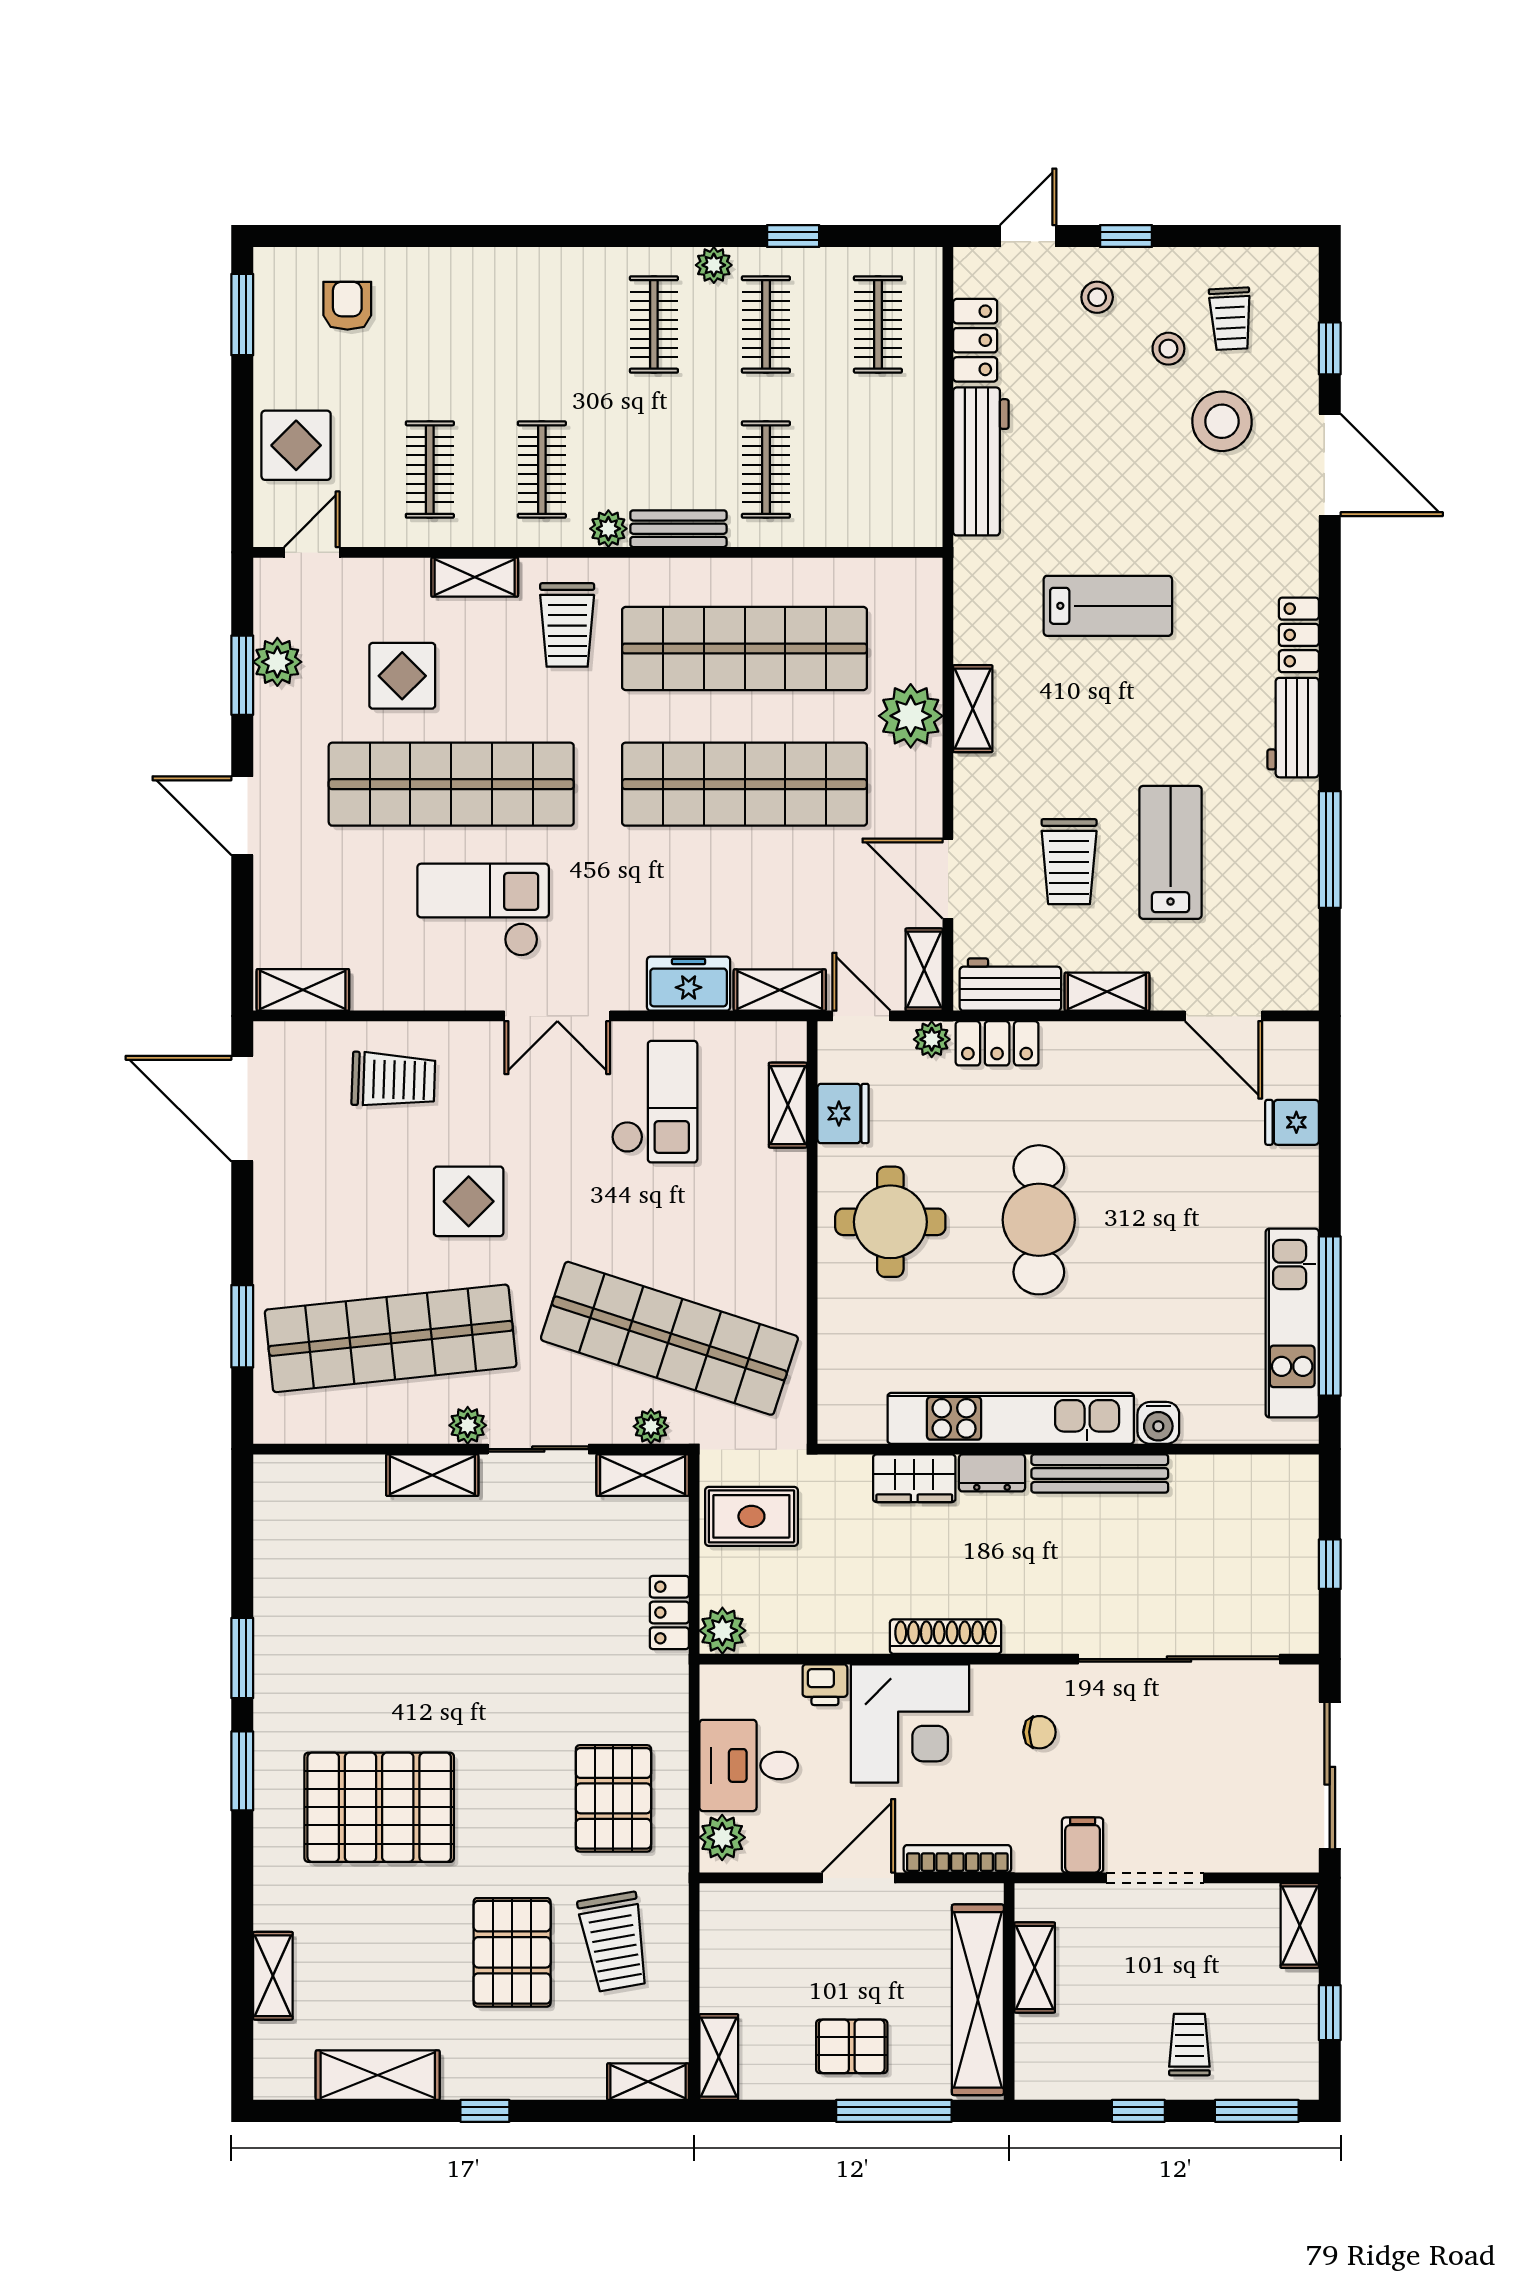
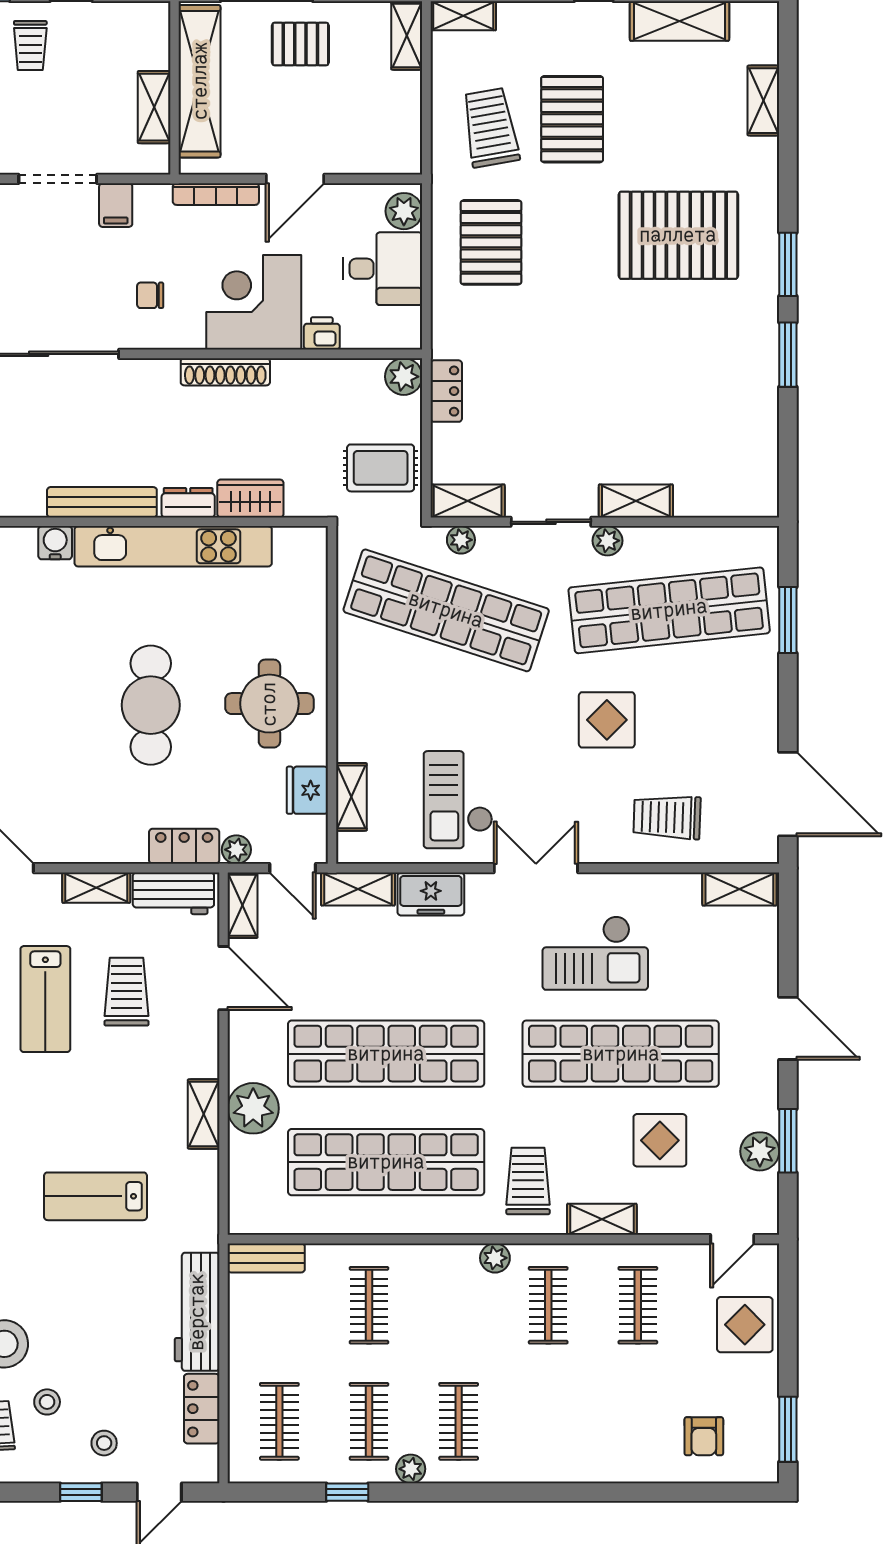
bench: (678, 529) -> (266, 1258), moved

